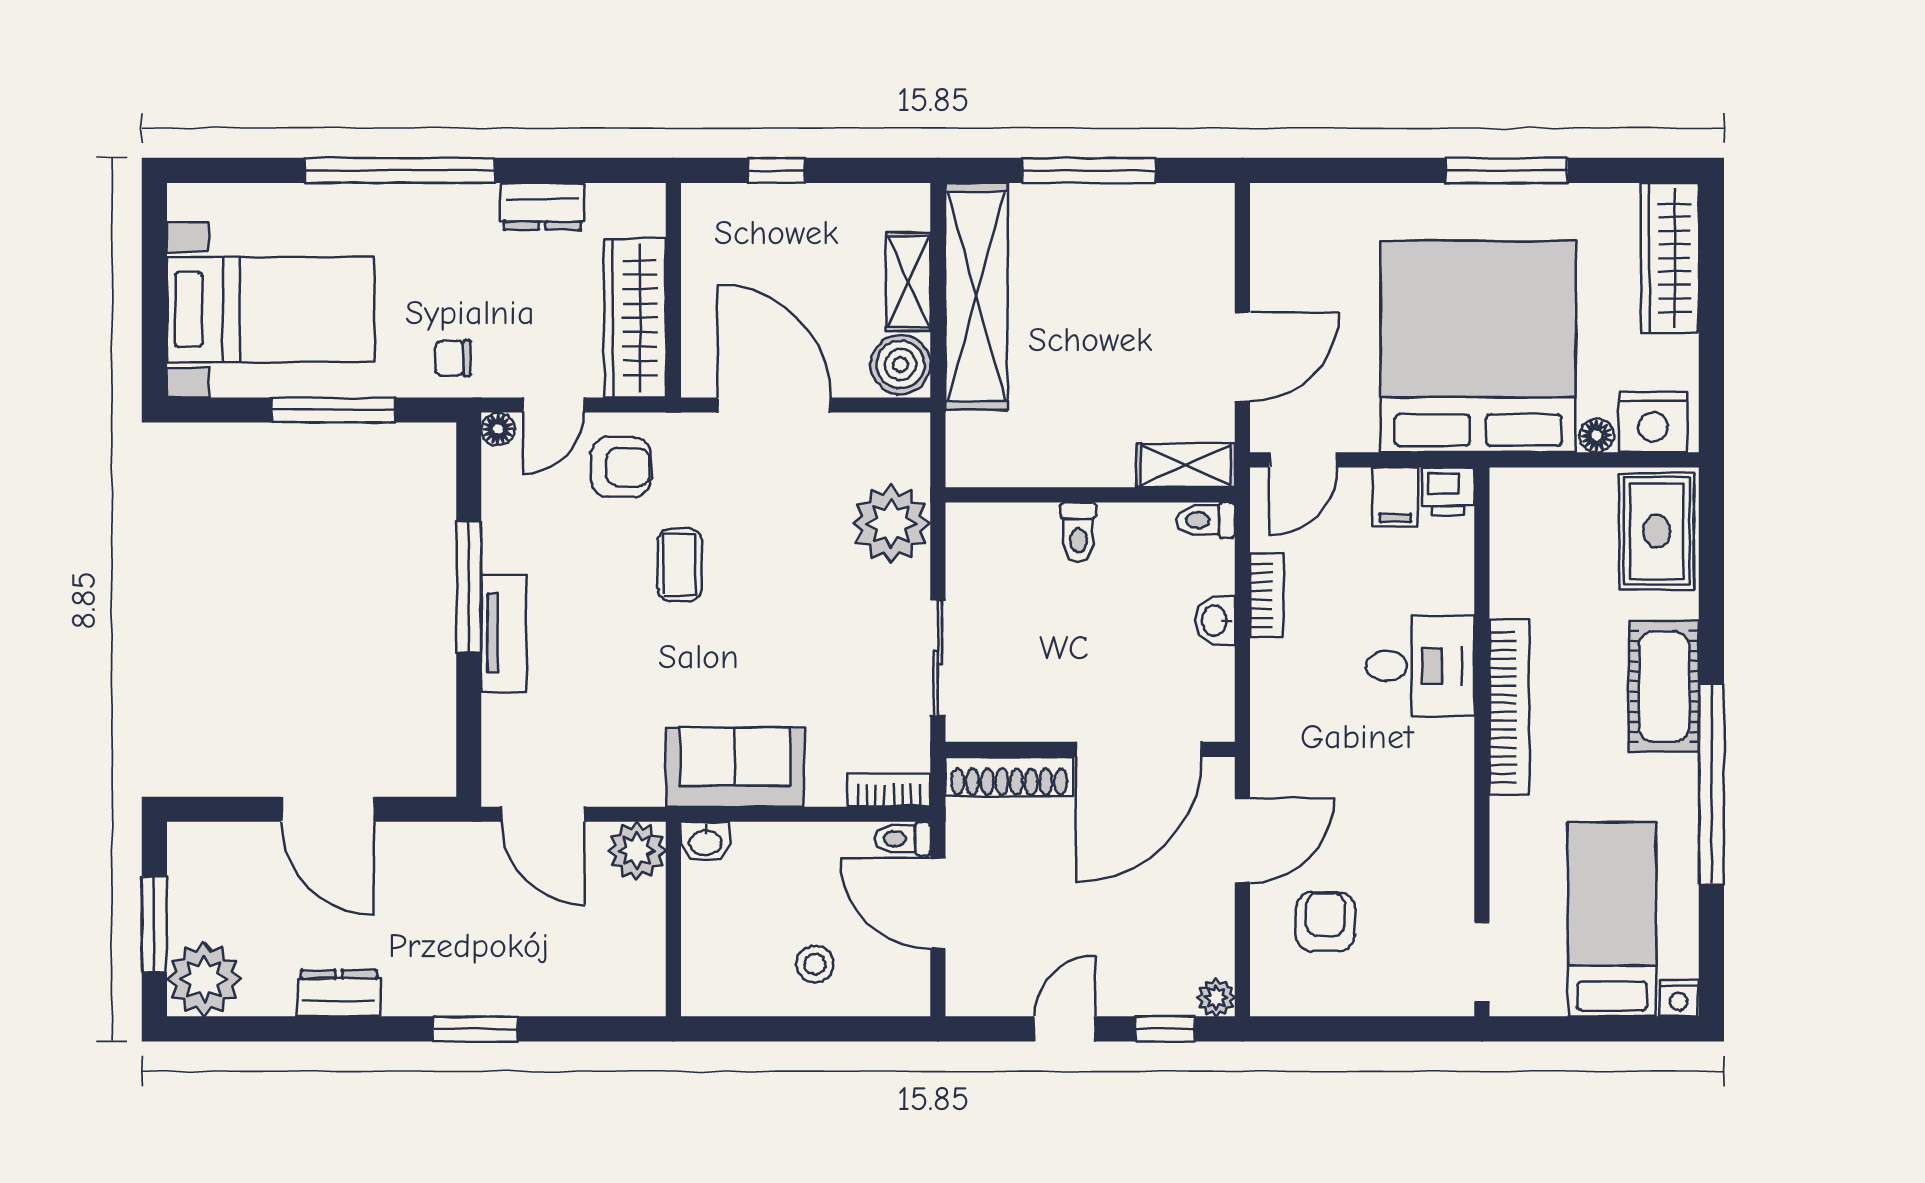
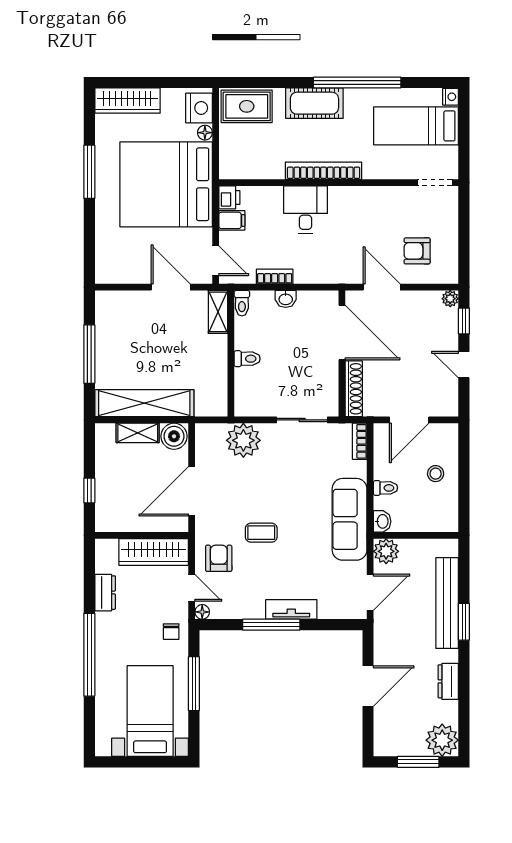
sofa: (735, 767) -> (350, 519), width x1.36
toilet: (903, 839) -> (386, 488), moved, turned -90
bench: (518, 990) -> (447, 603), added

